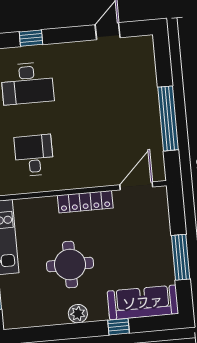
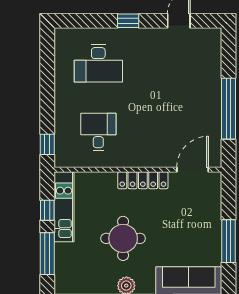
window: (31, 38) -> (128, 21), moved

